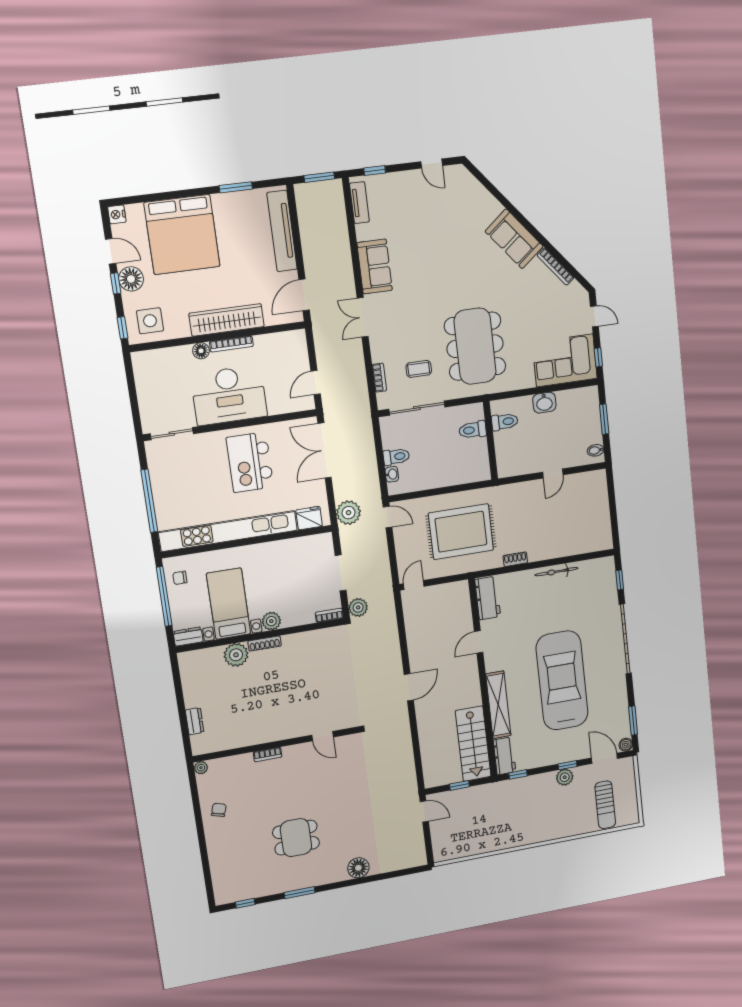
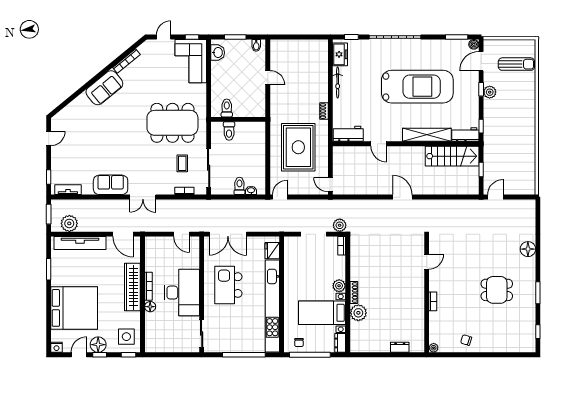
washbasin: (544, 403) -> (218, 53), moved
kitchen island: (250, 462) -> (228, 285), turned 90
plant: (348, 513) -> (69, 223), moved
freezer: (595, 569) -> (340, 54), added
car: (562, 680) -> (417, 87), turned 180
dining table: (296, 838) -> (497, 290), turned 90

